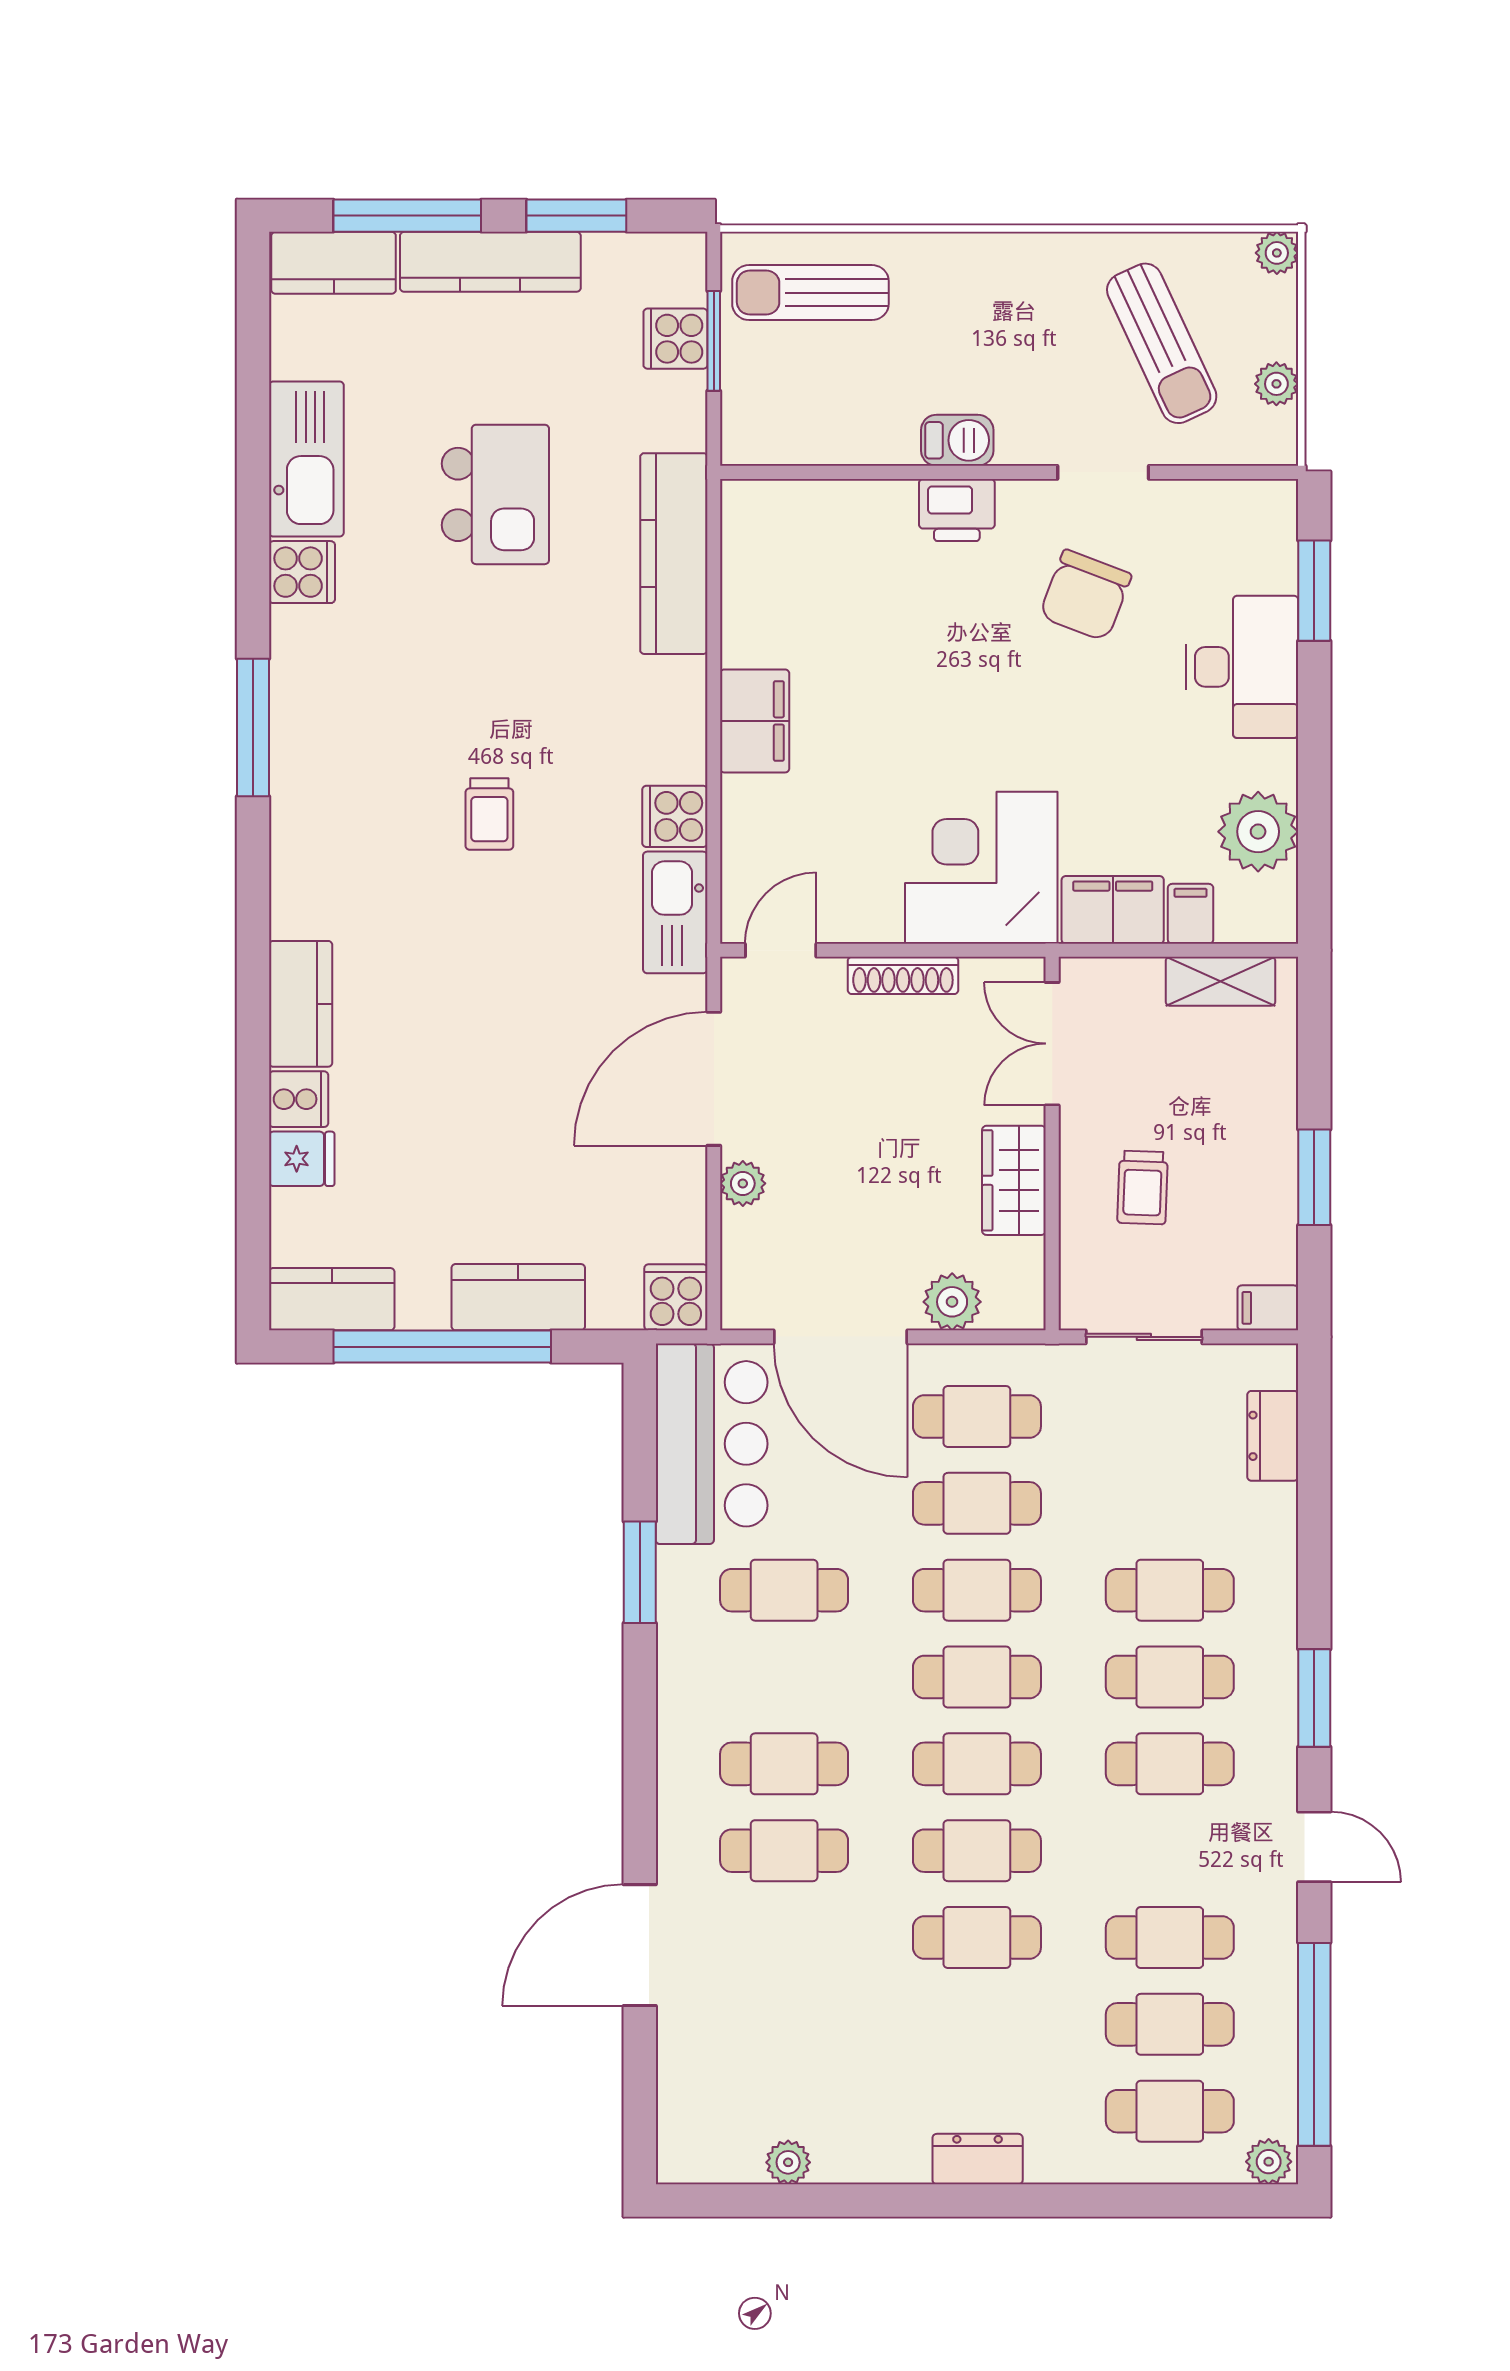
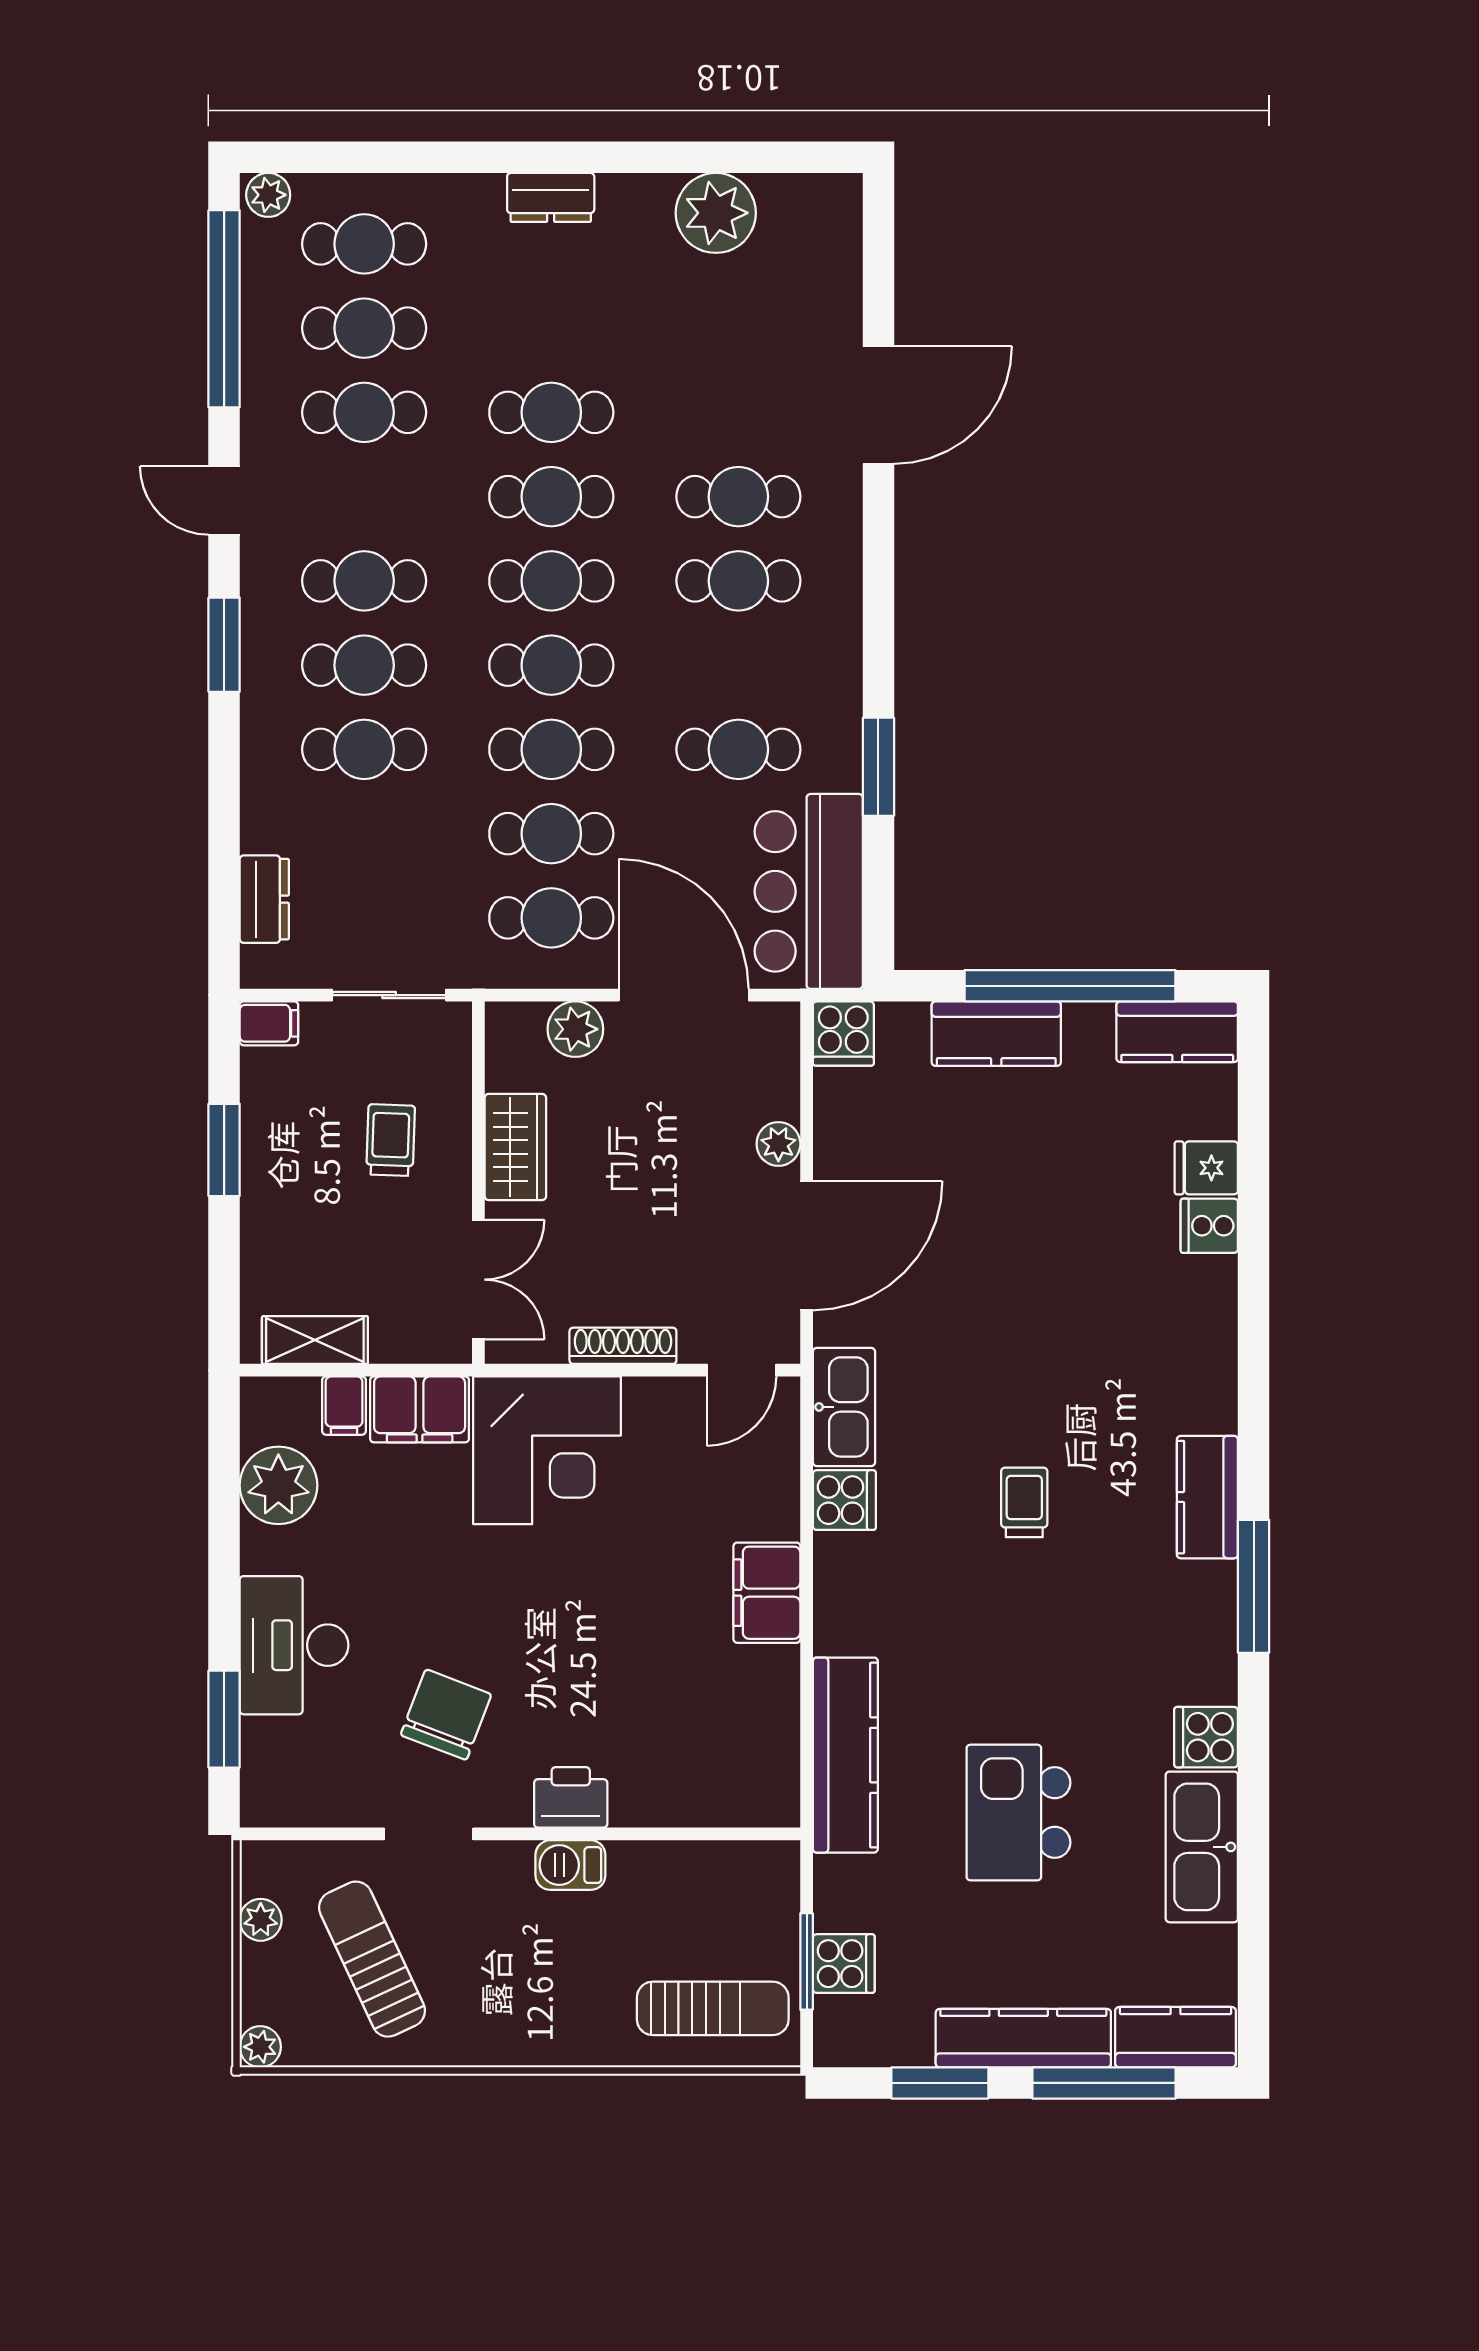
kitchen counter: (301, 1004) -> (1207, 1497), moved
plant: (788, 2162) -> (716, 213), width x1.88, depth x1.88

